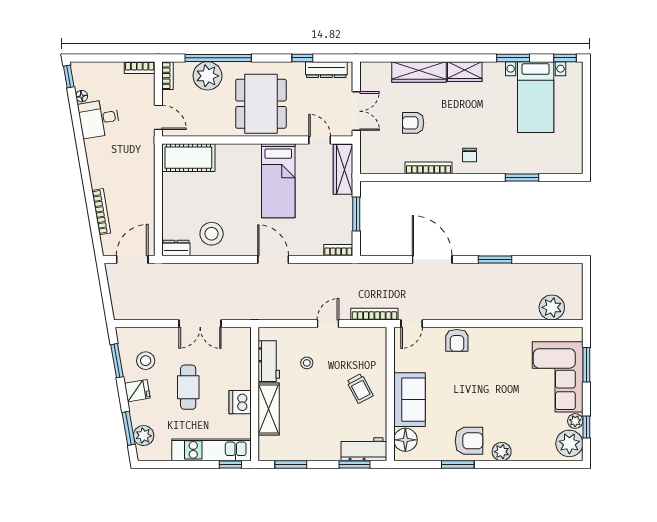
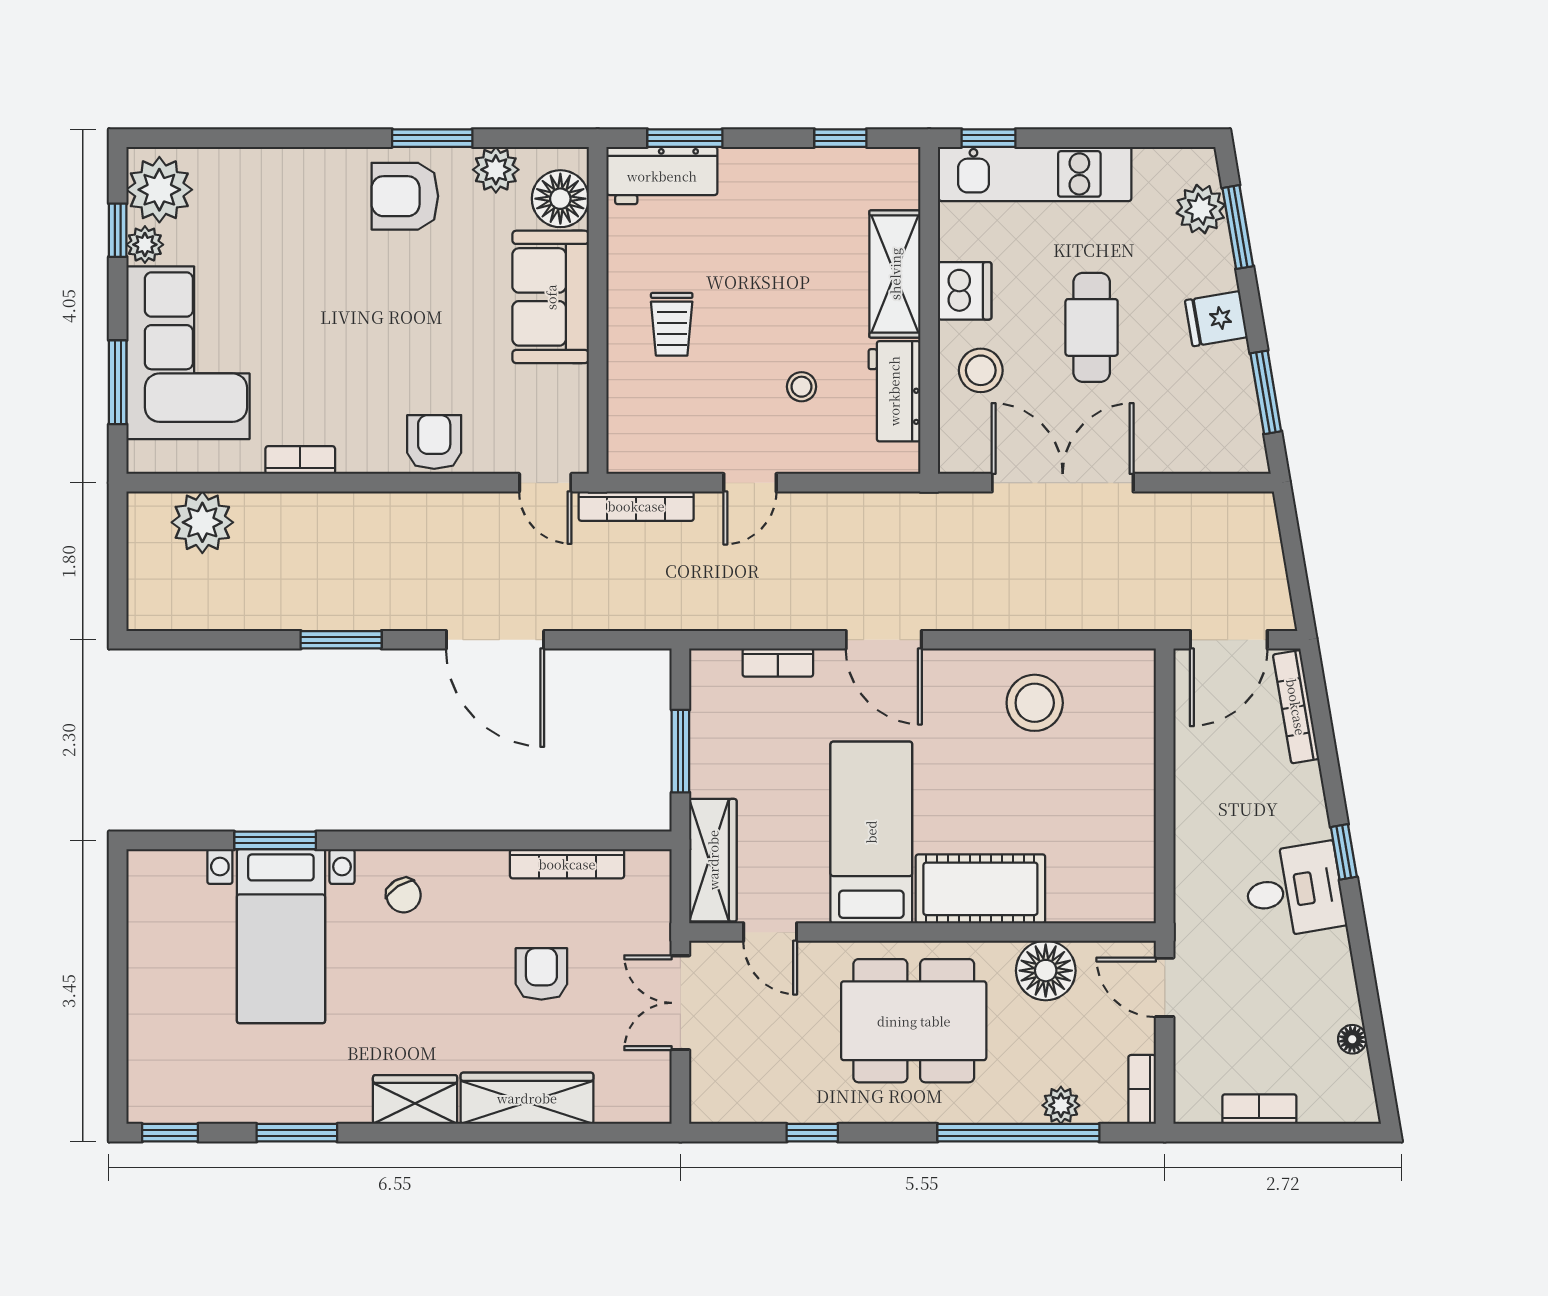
bookcase: (140, 68) -> (1259, 1109), moved
dresser: (326, 70) -> (754, 1104), removed
window: (69, 76) -> (1344, 852), moved
plant: (207, 76) -> (1061, 1105), width x0.53, depth x0.53
bed with nightstands: (536, 97) -> (281, 936), moved, turned 180
dining table: (261, 104) -> (914, 1021), turned 90
desk: (99, 119) -> (1294, 890), moved
armchair: (413, 123) -> (541, 974), turned -90
floor lamp: (207, 124) -> (1046, 971), added
chair: (469, 155) -> (404, 895), turned 148
cot: (188, 158) -> (980, 889), moved
bookcase: (429, 168) -> (567, 864), moved
bookcase: (101, 212) -> (1296, 707), moved
dresser: (176, 248) -> (1122, 668), removed
bookcase: (338, 250) -> (778, 663), moved
double door: (200, 324) -> (1063, 483), width x1.37
door: (412, 324) -> (545, 483), swing flipped
bookcase: (512, 333) -> (300, 460), added
stool: (146, 361) -> (981, 370), moved
trolley: (360, 388) -> (672, 324), turned -152
plant: (502, 452) -> (496, 170), moved
window: (291, 465) -> (840, 138), width x0.67

